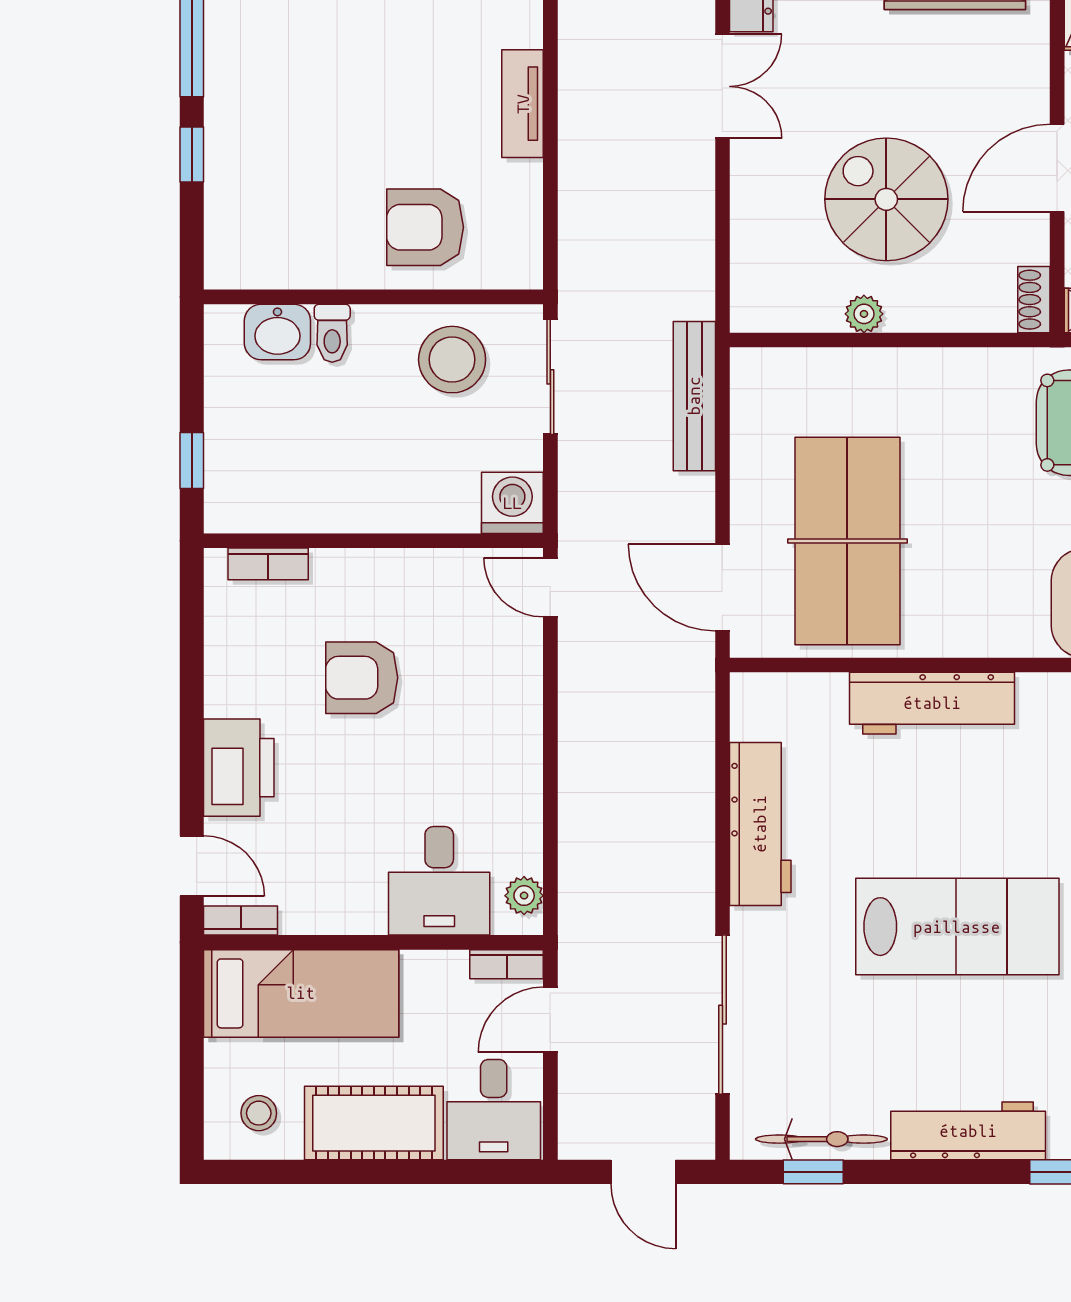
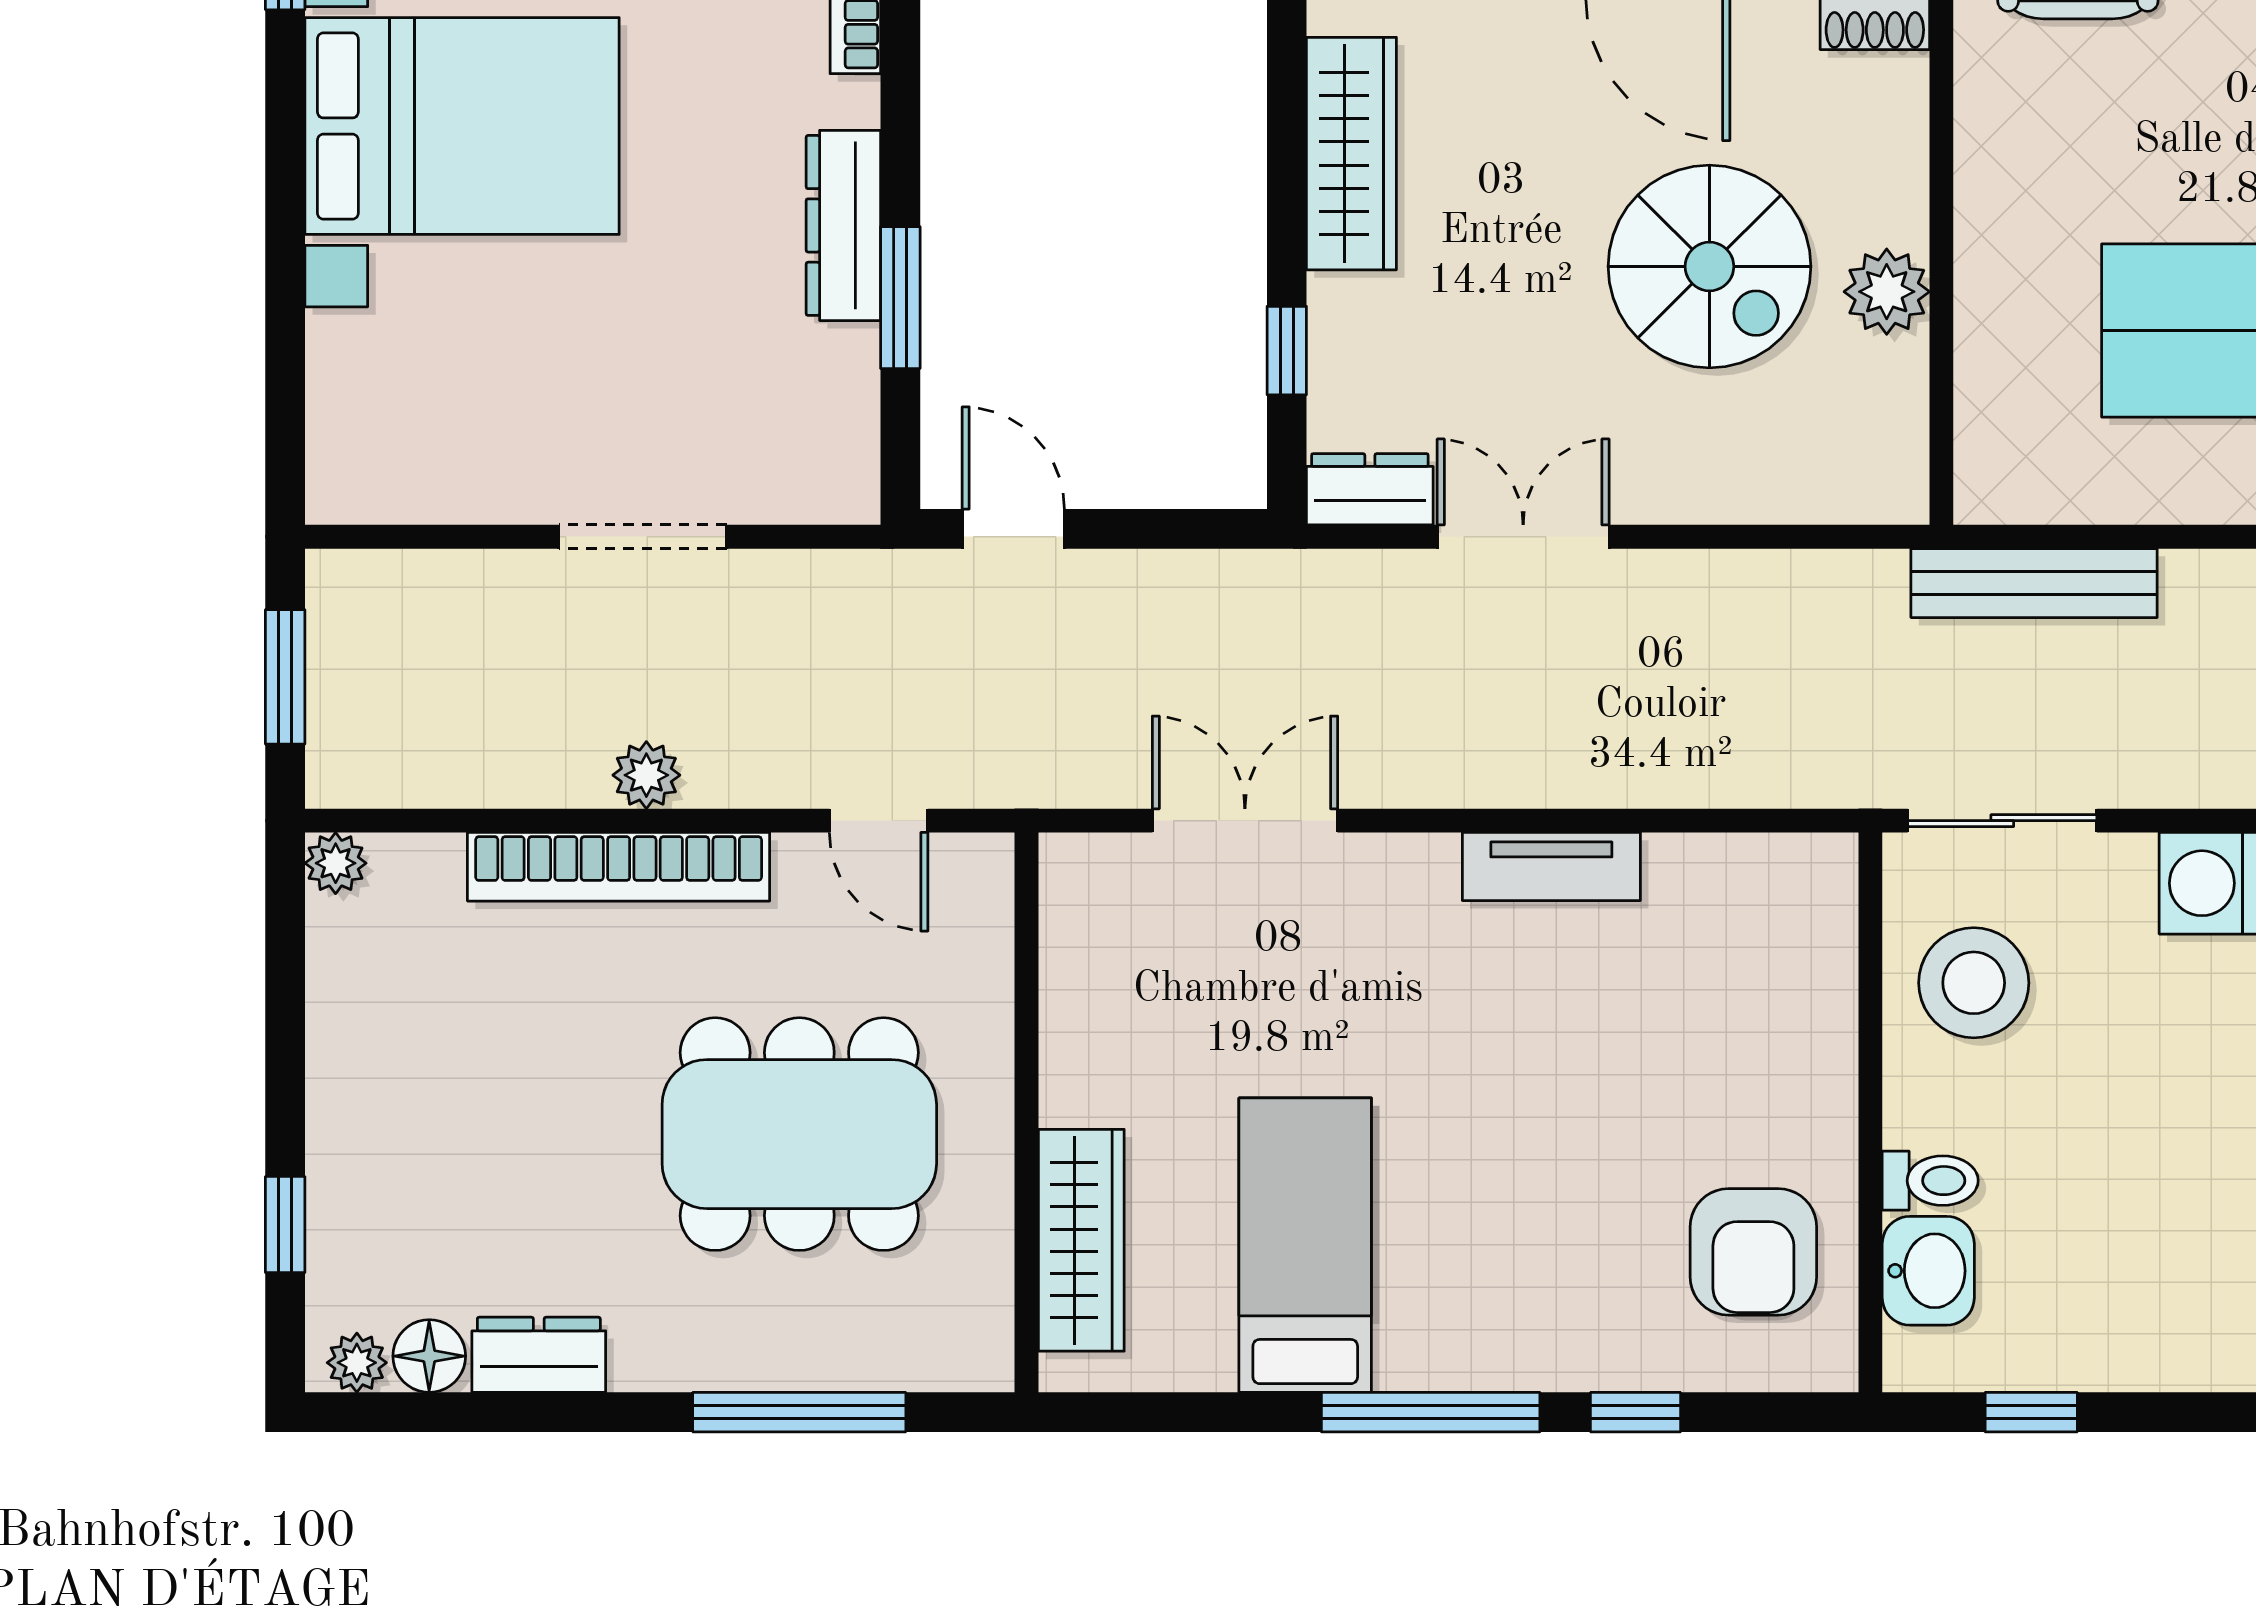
spiral stairs: (886, 199) -> (1709, 266), turned -90
armchair: (425, 227) -> (1753, 1252), moved
plant: (864, 314) -> (1887, 292), width x1.38, depth x1.38
window: (192, 460) -> (2031, 1412), moved

